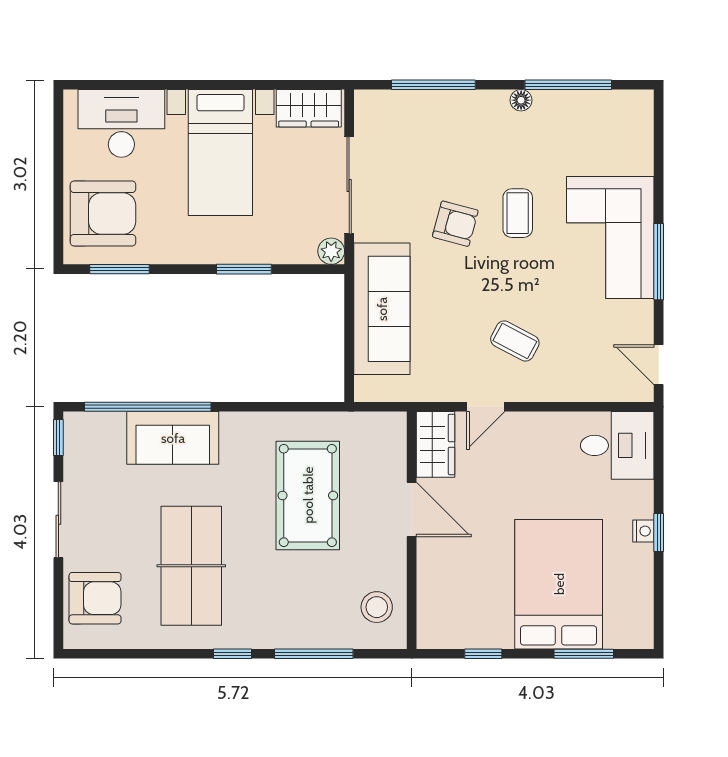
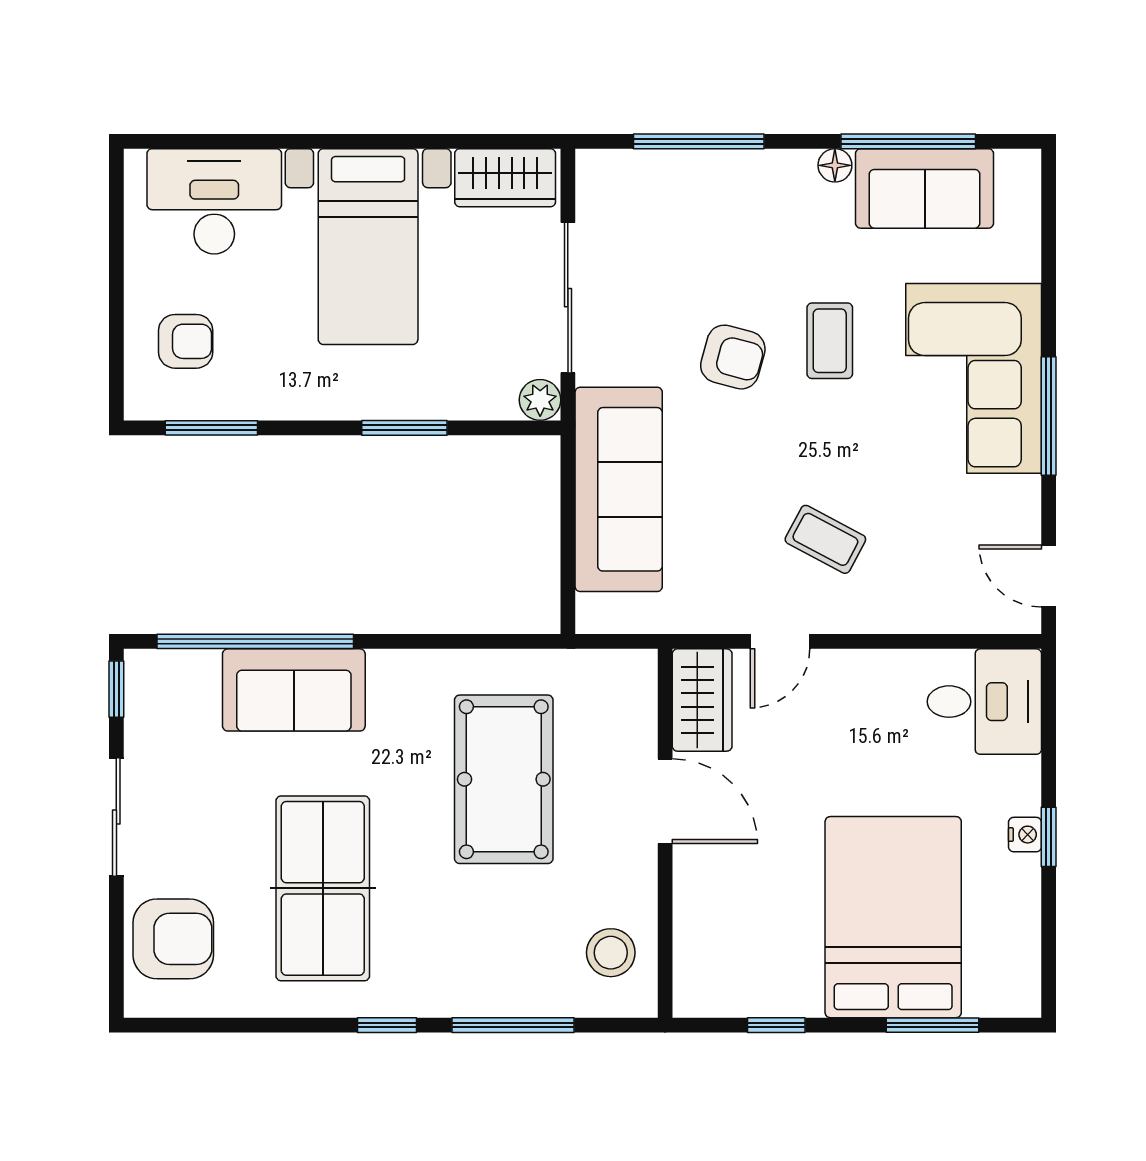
sofa: (579, 115) -> (925, 188), added
armchair: (103, 214) -> (186, 341), width x0.53, depth x0.53

